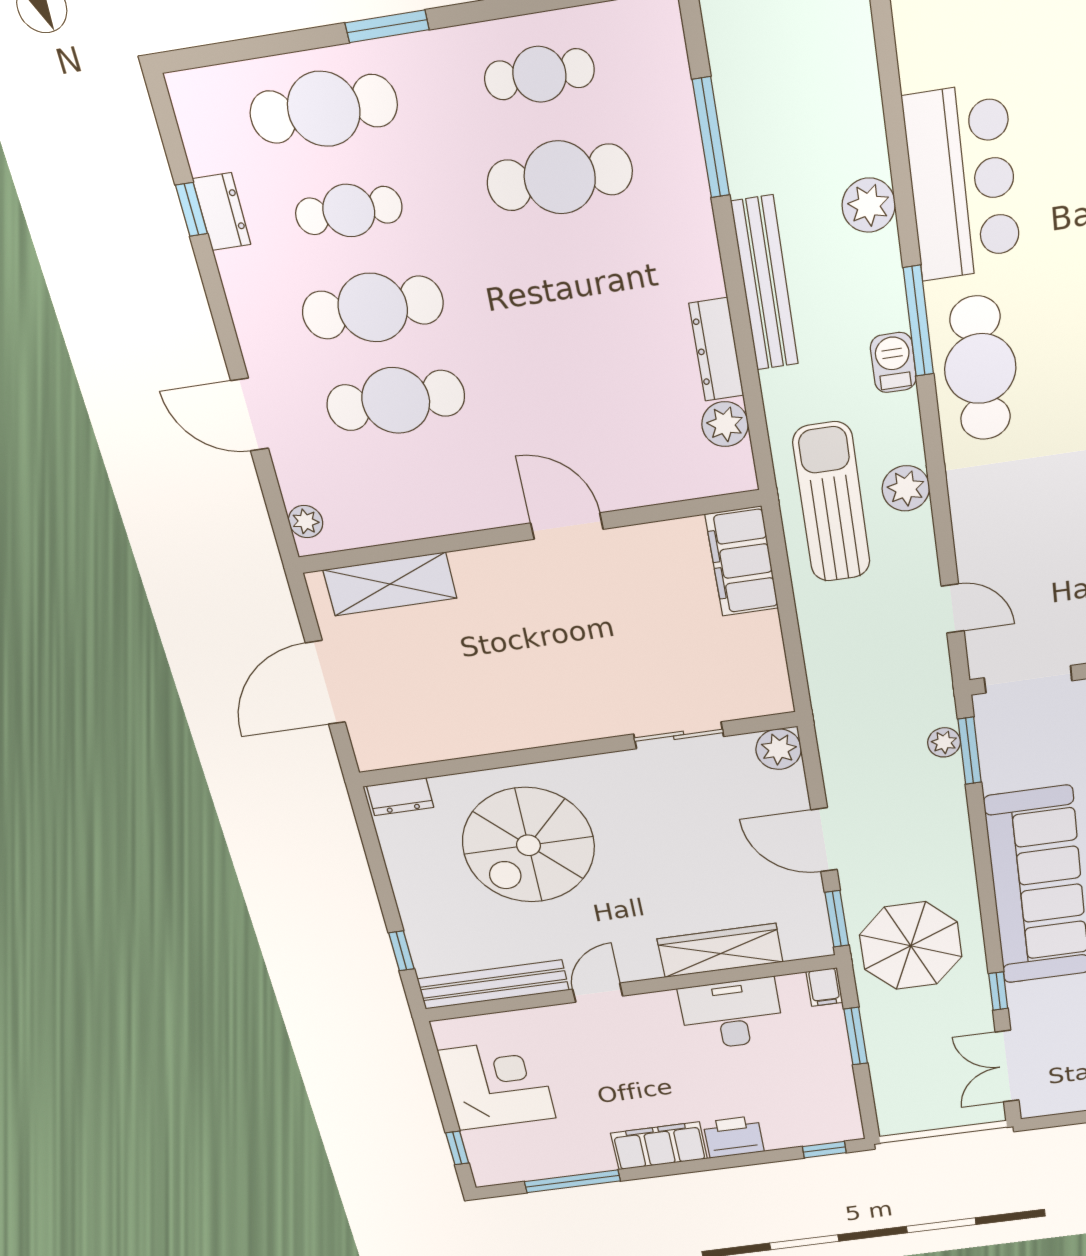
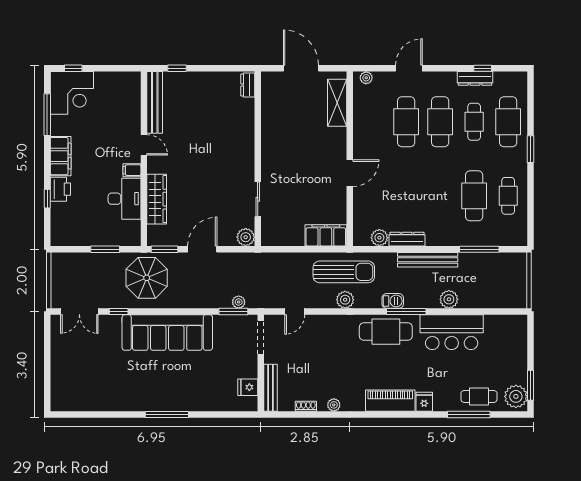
dresser: (222, 212) -> (475, 78), width x1.44
spiral stairs: (528, 845) -> (218, 131), removed
filing cabinet: (824, 987) -> (132, 170), moved
double door: (1007, 1066) -> (79, 312), swing flipped
corner desk: (497, 1084) -> (72, 93), moved
window: (824, 1150) -> (47, 199), moved

